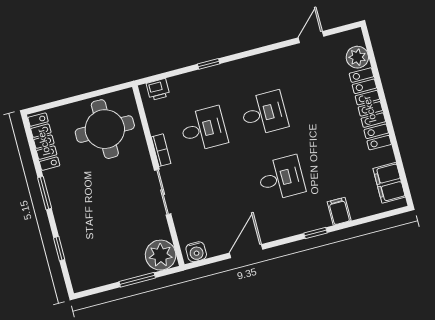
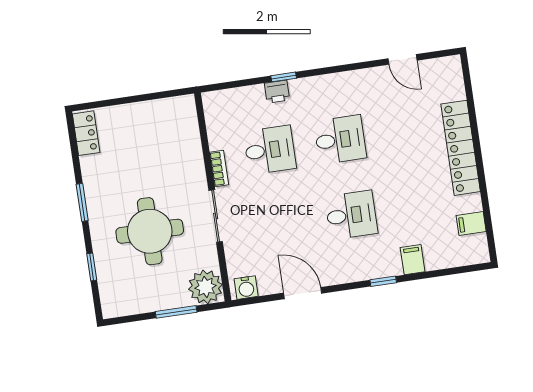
door: (311, 37) -> (402, 59), swing flipped
plant: (357, 57) -> (452, 88), removed
printer: (158, 90) -> (277, 92), moved
round table: (105, 129) -> (150, 231), moved
locker: (44, 142) -> (86, 133), width x0.66
filing cabinet: (389, 183) -> (471, 224), width x0.50
door: (246, 251) -> (303, 293), hinge flipped

